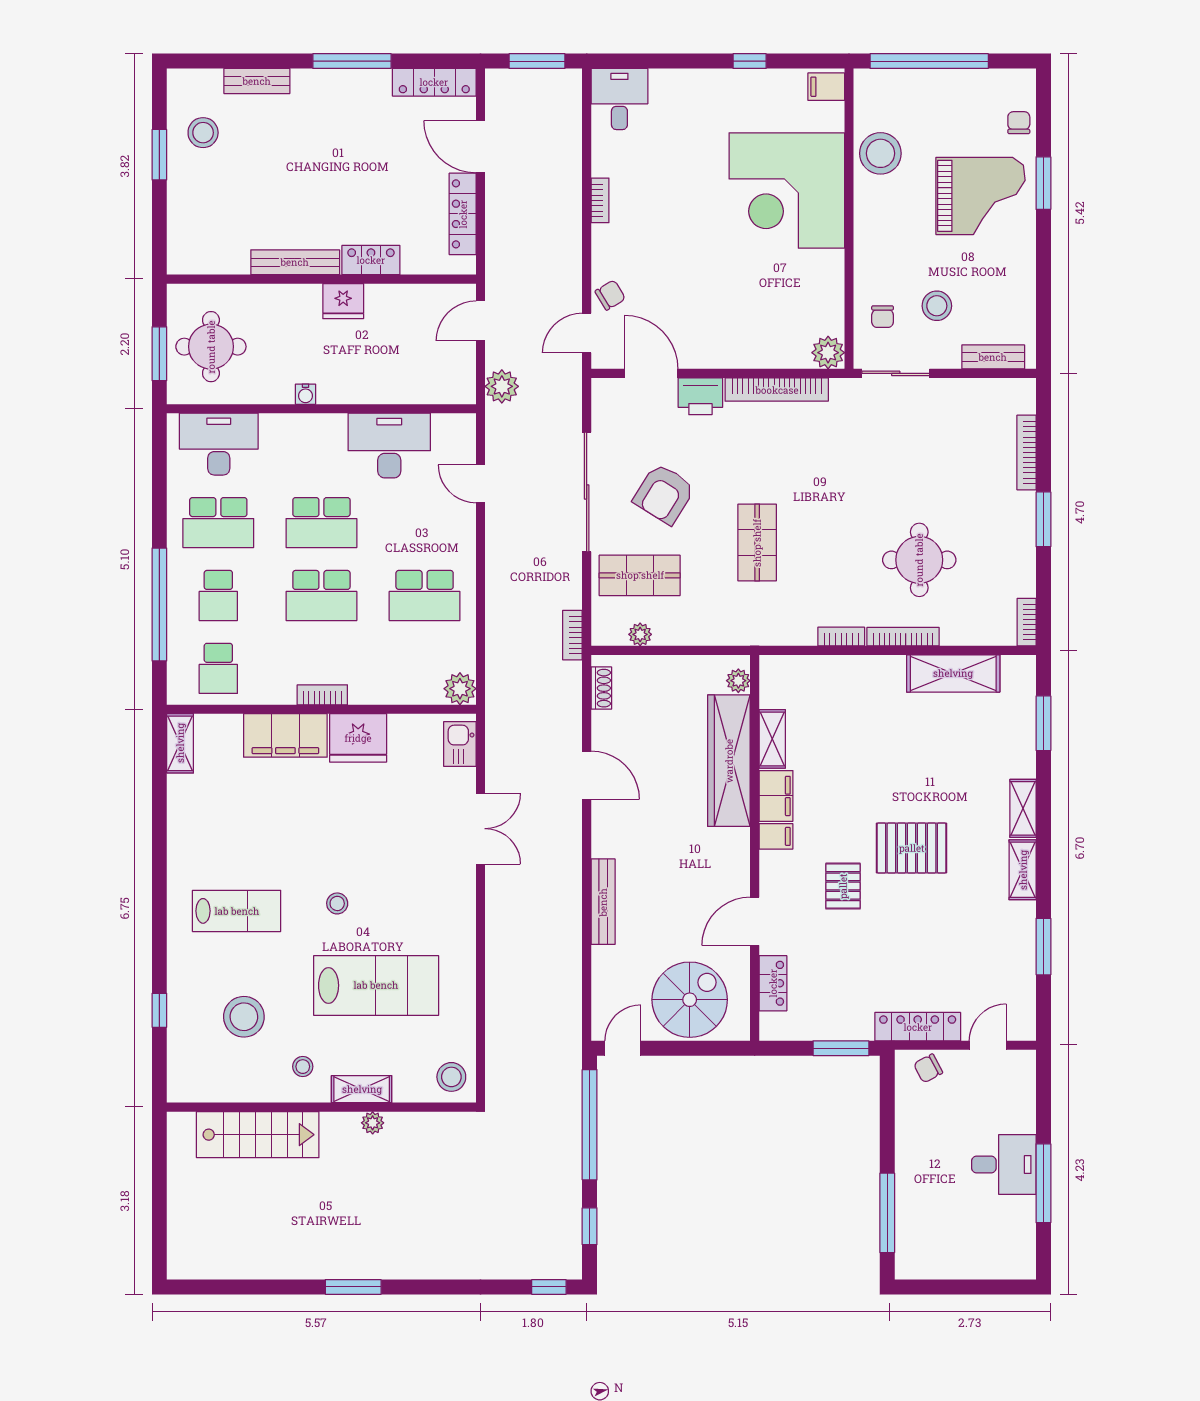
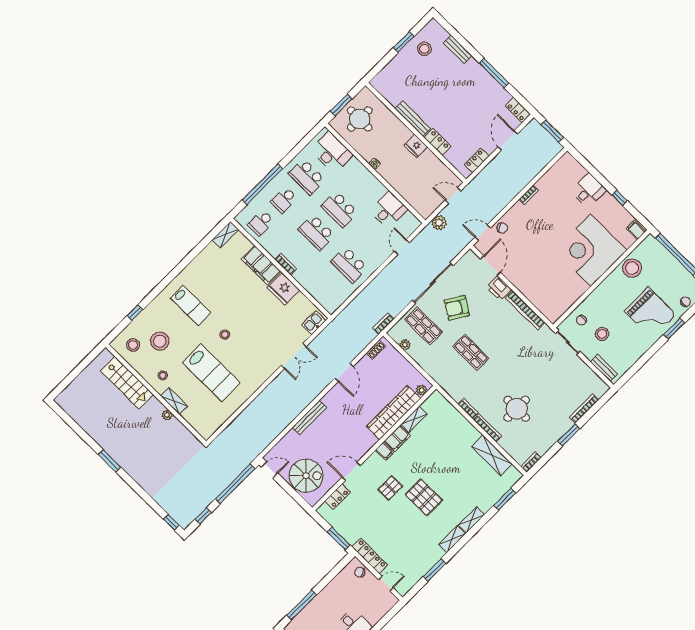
locker: (434, 82) -> (518, 110), width x0.66
desk: (619, 99) -> (588, 191), moved
locker: (463, 214) -> (477, 160), width x0.66
plant: (828, 353) -> (553, 315), removed
desk: (389, 446) -> (389, 210), width x0.73
shop shelf: (757, 543) -> (471, 352), turned 90
plant: (460, 689) -> (331, 305), removed
stool: (451, 1077) -> (133, 345), moved

